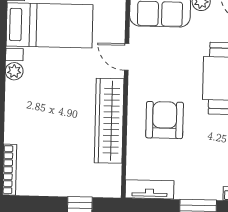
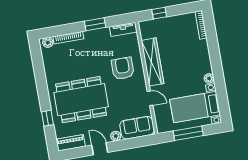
armchair: (165, 120) -> (123, 68), turned 180

